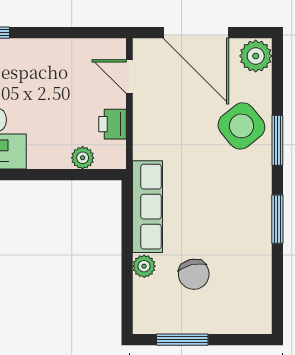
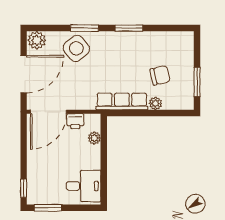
door: (129, 77) -> (48, 112), width x1.87

